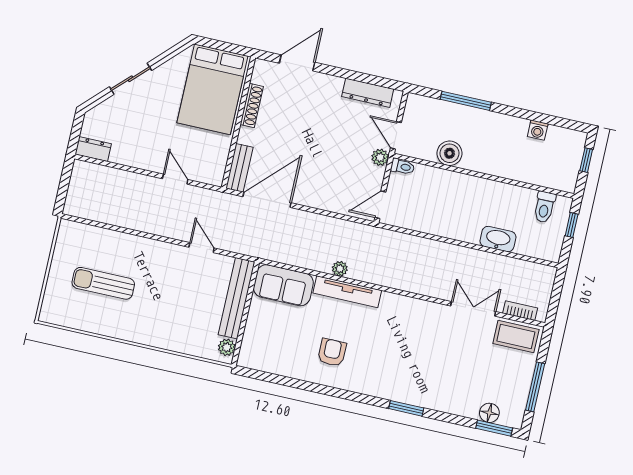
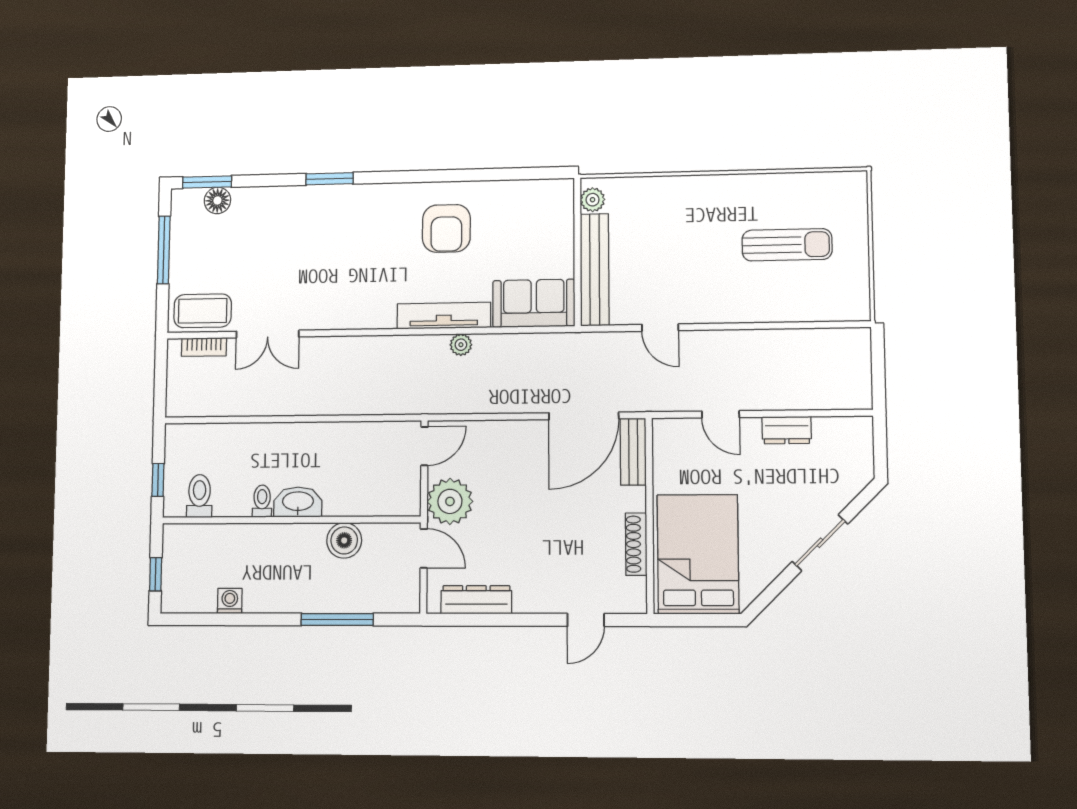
door: (297, 63) -> (586, 620), width x0.73
dresser: (93, 149) -> (787, 430), moved
plant: (380, 157) -> (450, 501), width x1.88, depth x1.88
toilet: (403, 167) -> (262, 501), moved, turned 90
washbasin: (498, 239) -> (298, 502), moved, turned 180
armchair: (332, 352) -> (446, 228), width x1.38, depth x1.38

